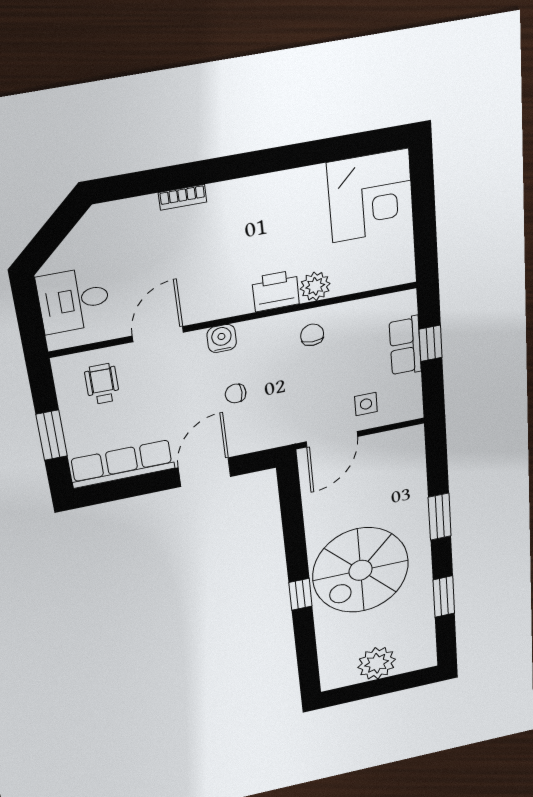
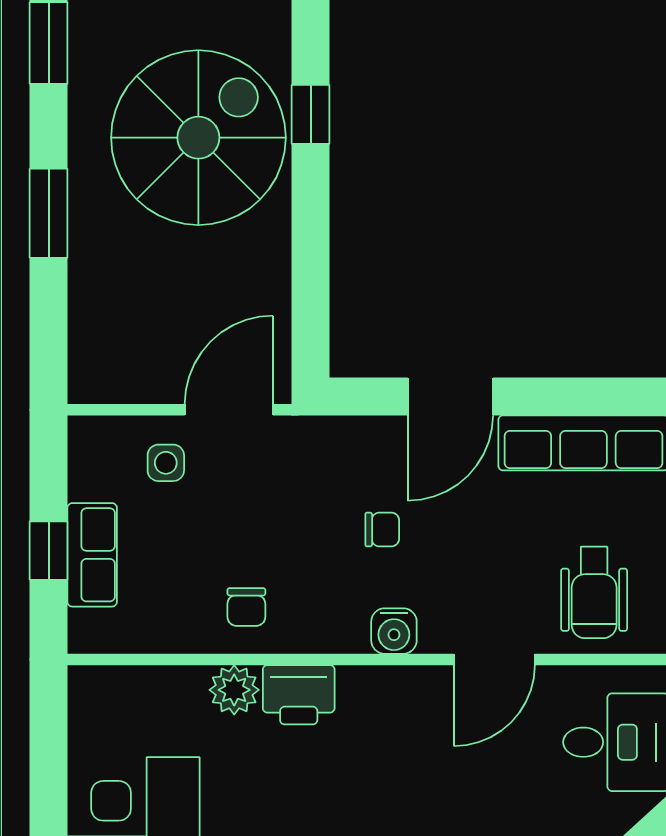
wheelchair: (102, 384) -> (594, 592), width x1.36, depth x1.37

